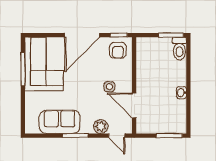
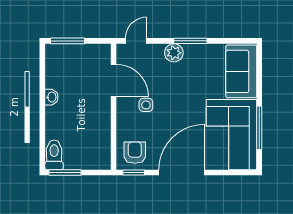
sofa: (60, 122) -> (241, 71), moved, turned 90
plant: (101, 126) -> (174, 53), moved
door: (117, 136) -> (136, 41), hinge flipped

